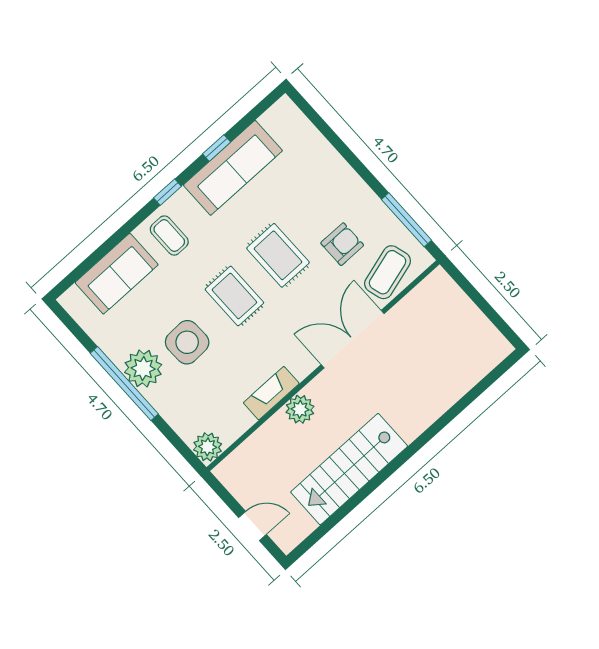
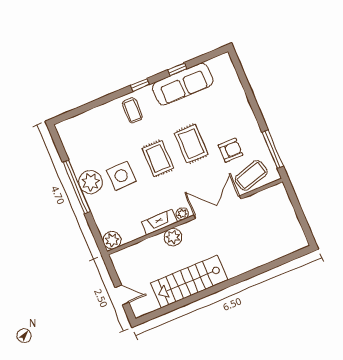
sofa: (117, 274) -> (94, 122), removed
plant: (302, 368) -> (182, 214), added

